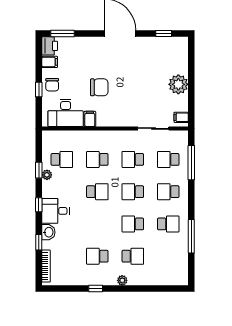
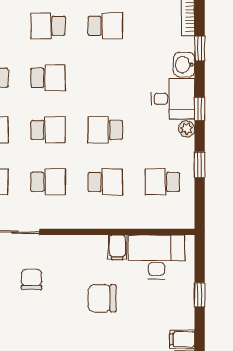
chair: (52, 85) -> (31, 279), moved
plant: (47, 175) -> (187, 129), moved

